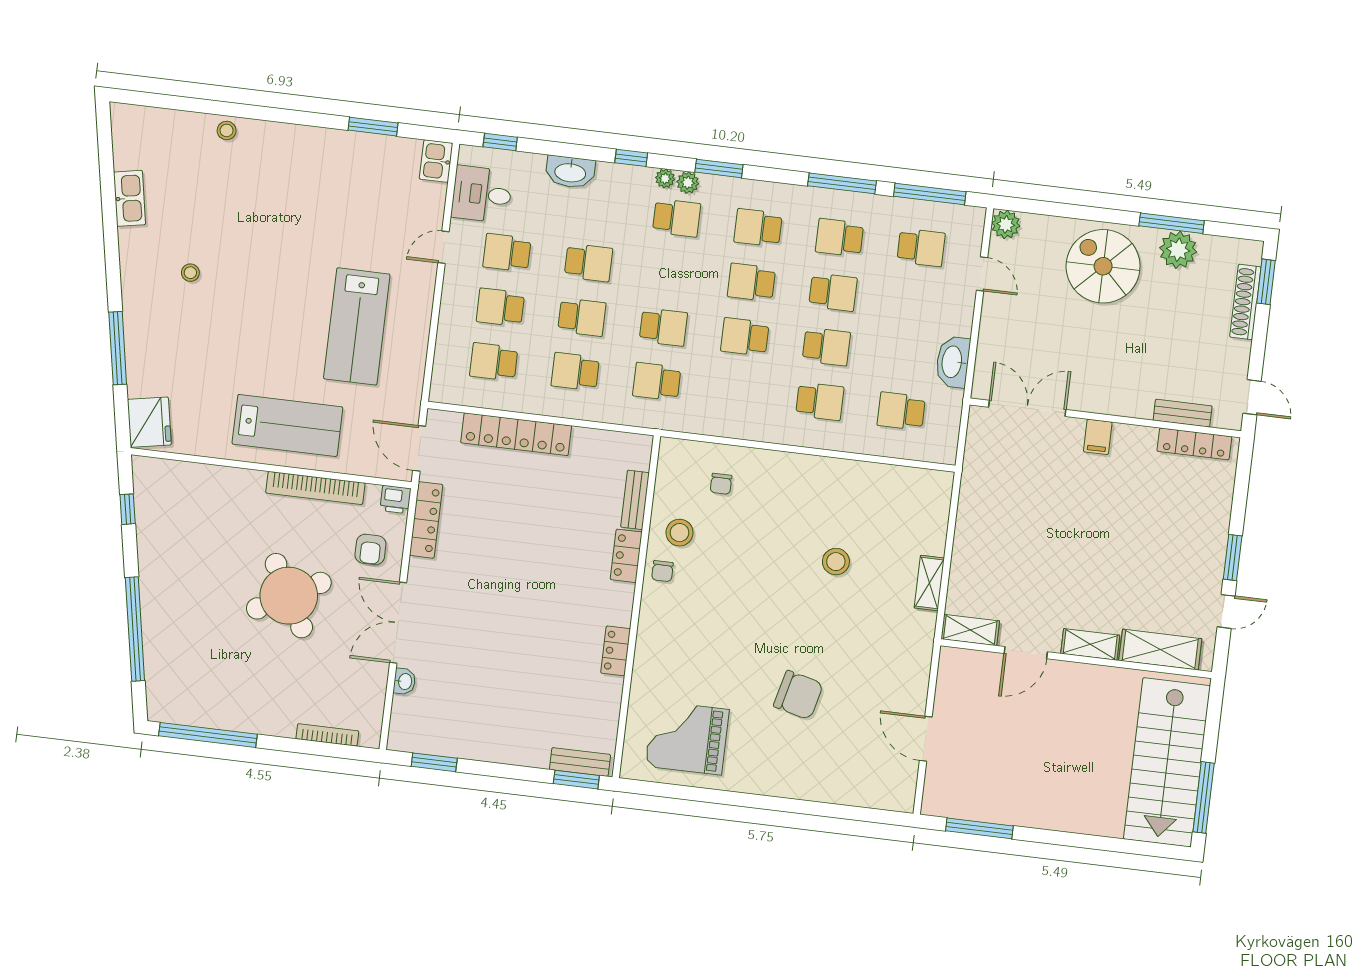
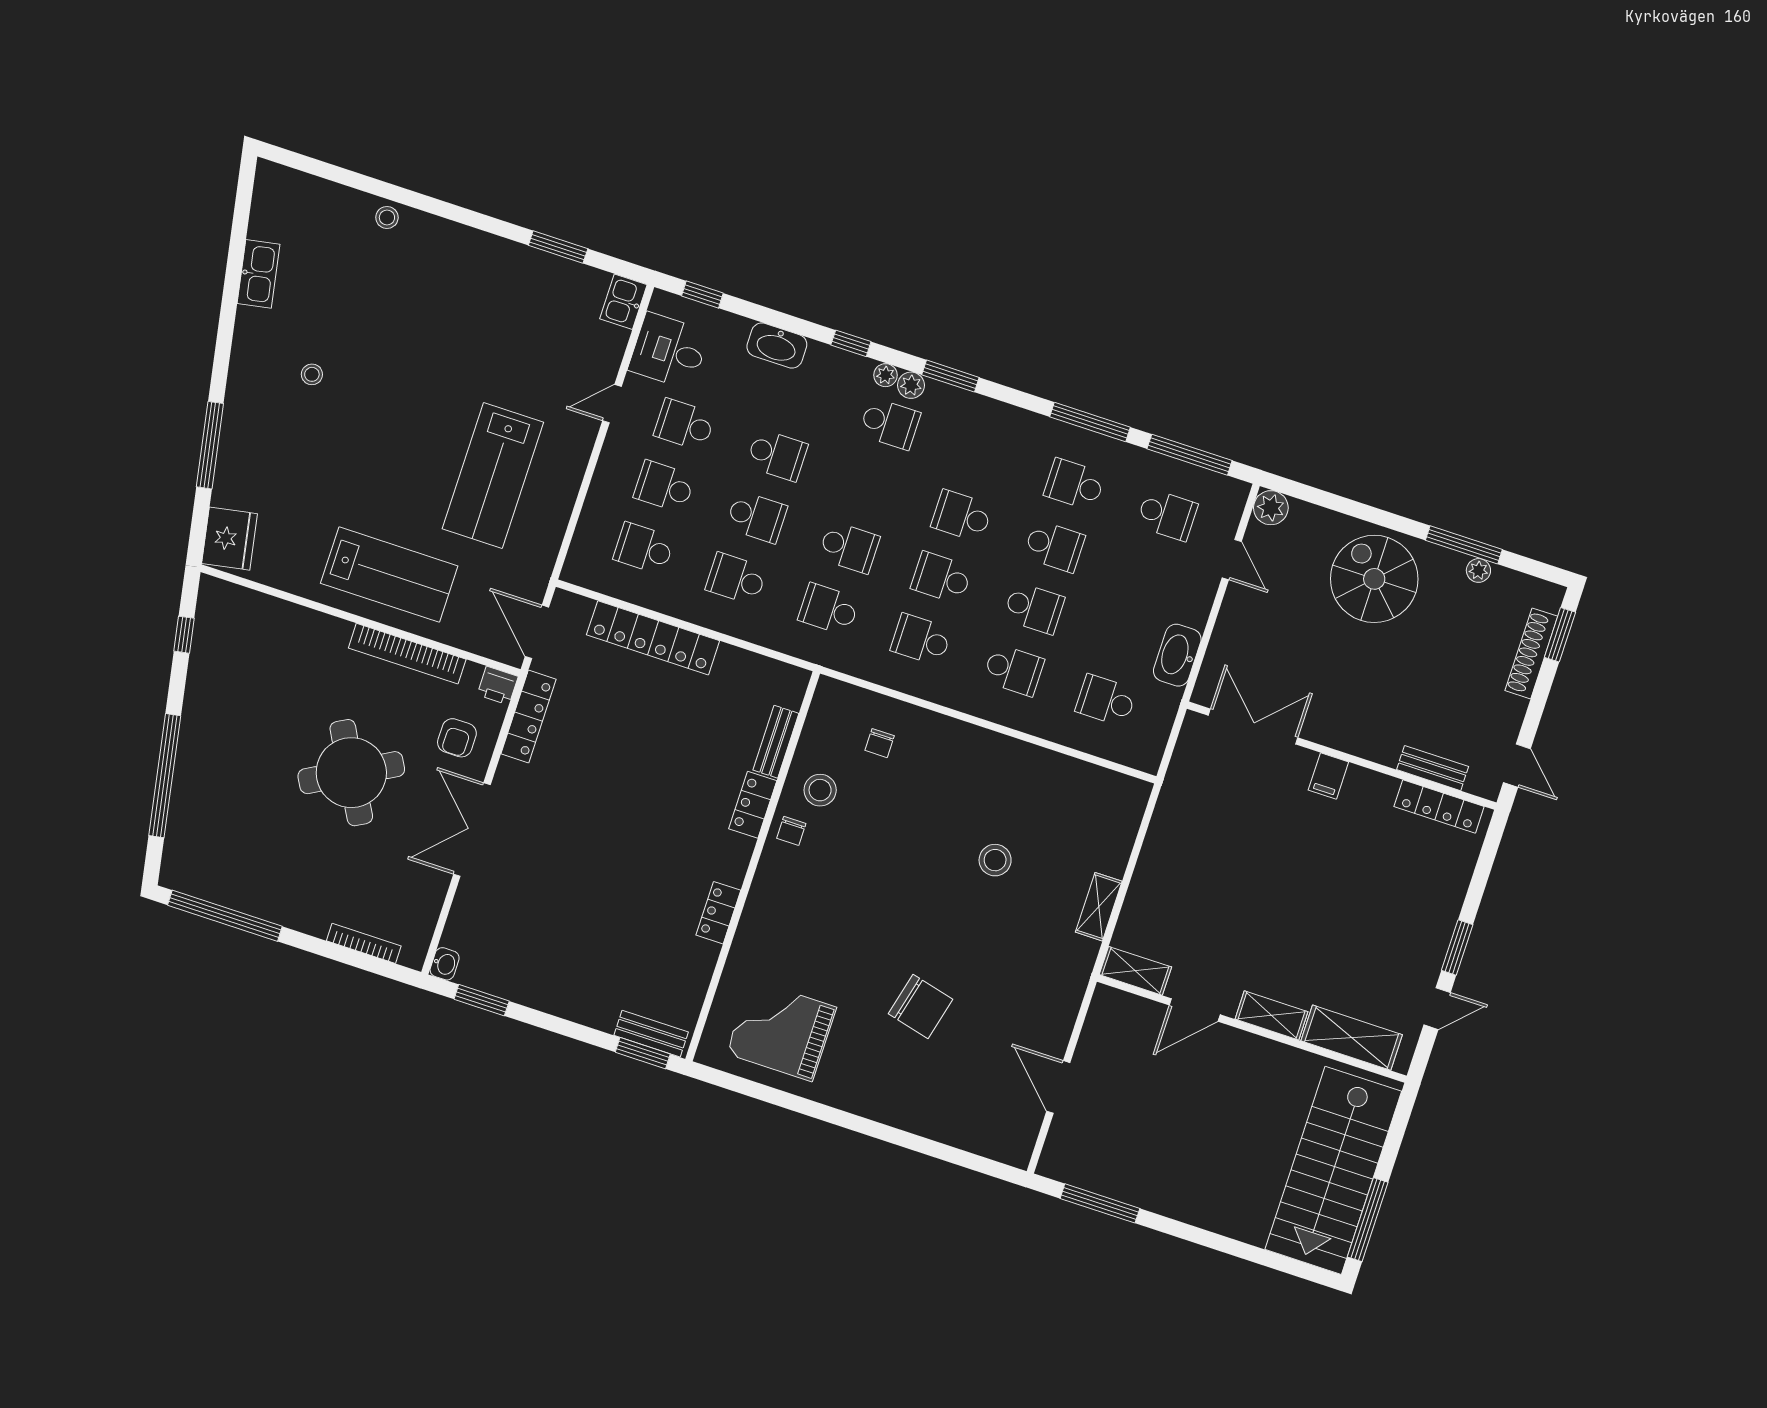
school desk: (758, 228) -> (921, 640), moved
plant: (1178, 250) -> (1478, 570), width x0.53, depth x0.53
washbasin: (404, 681) -> (445, 964), moved

